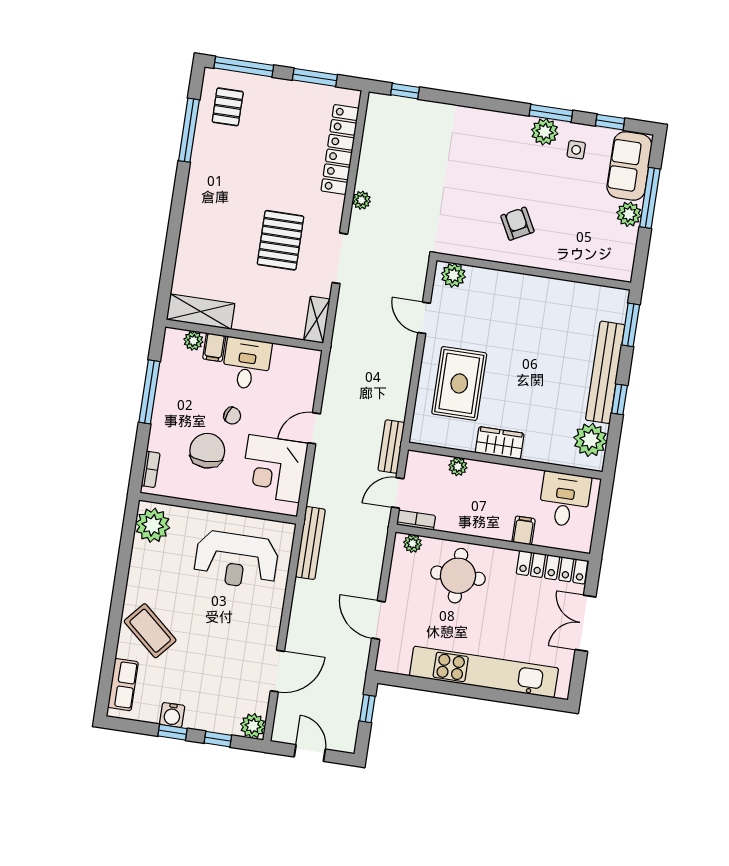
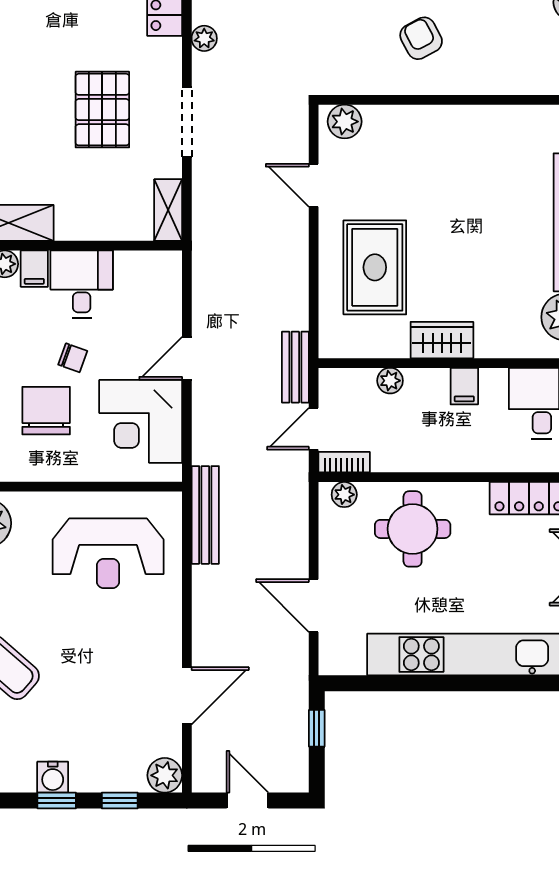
filing cabinet: (524, 531) -> (464, 386), moved, turned 180

